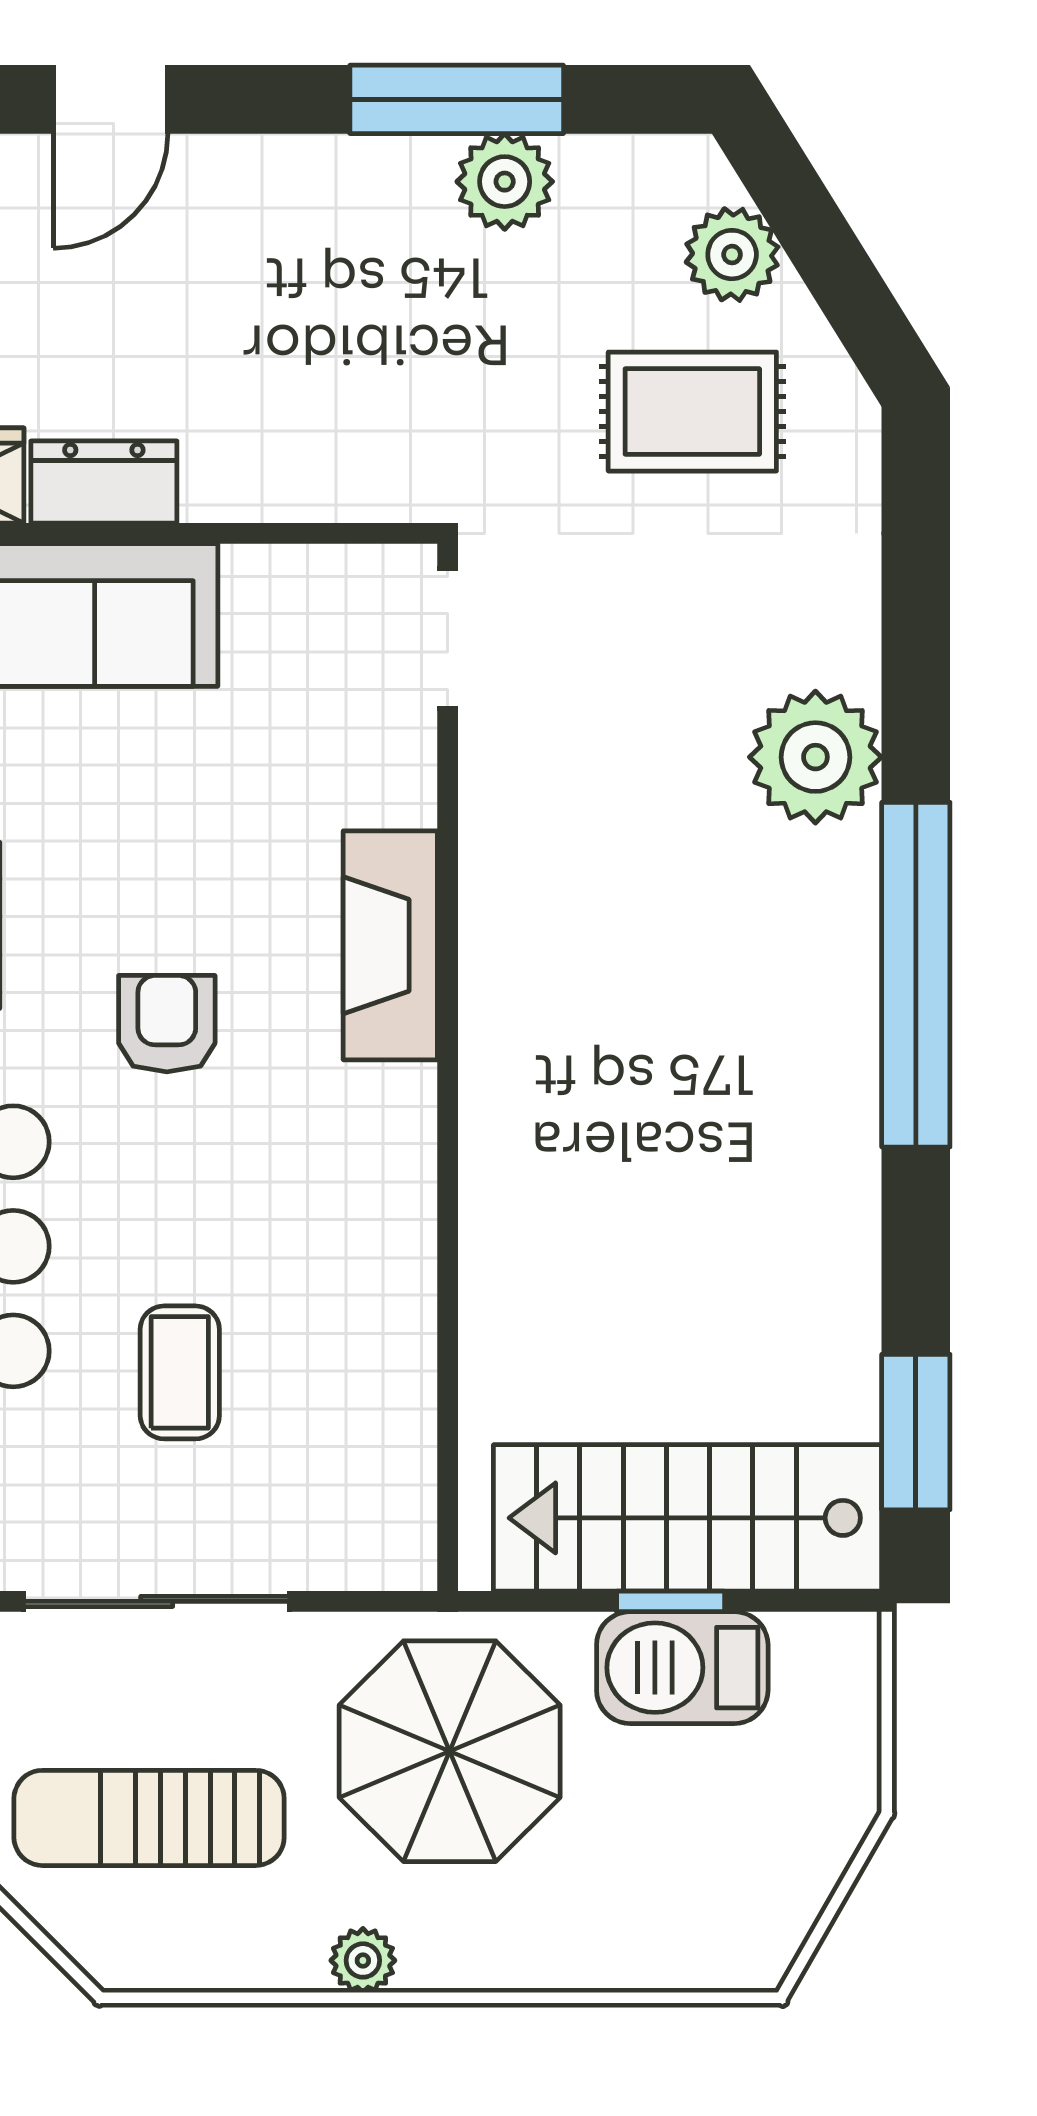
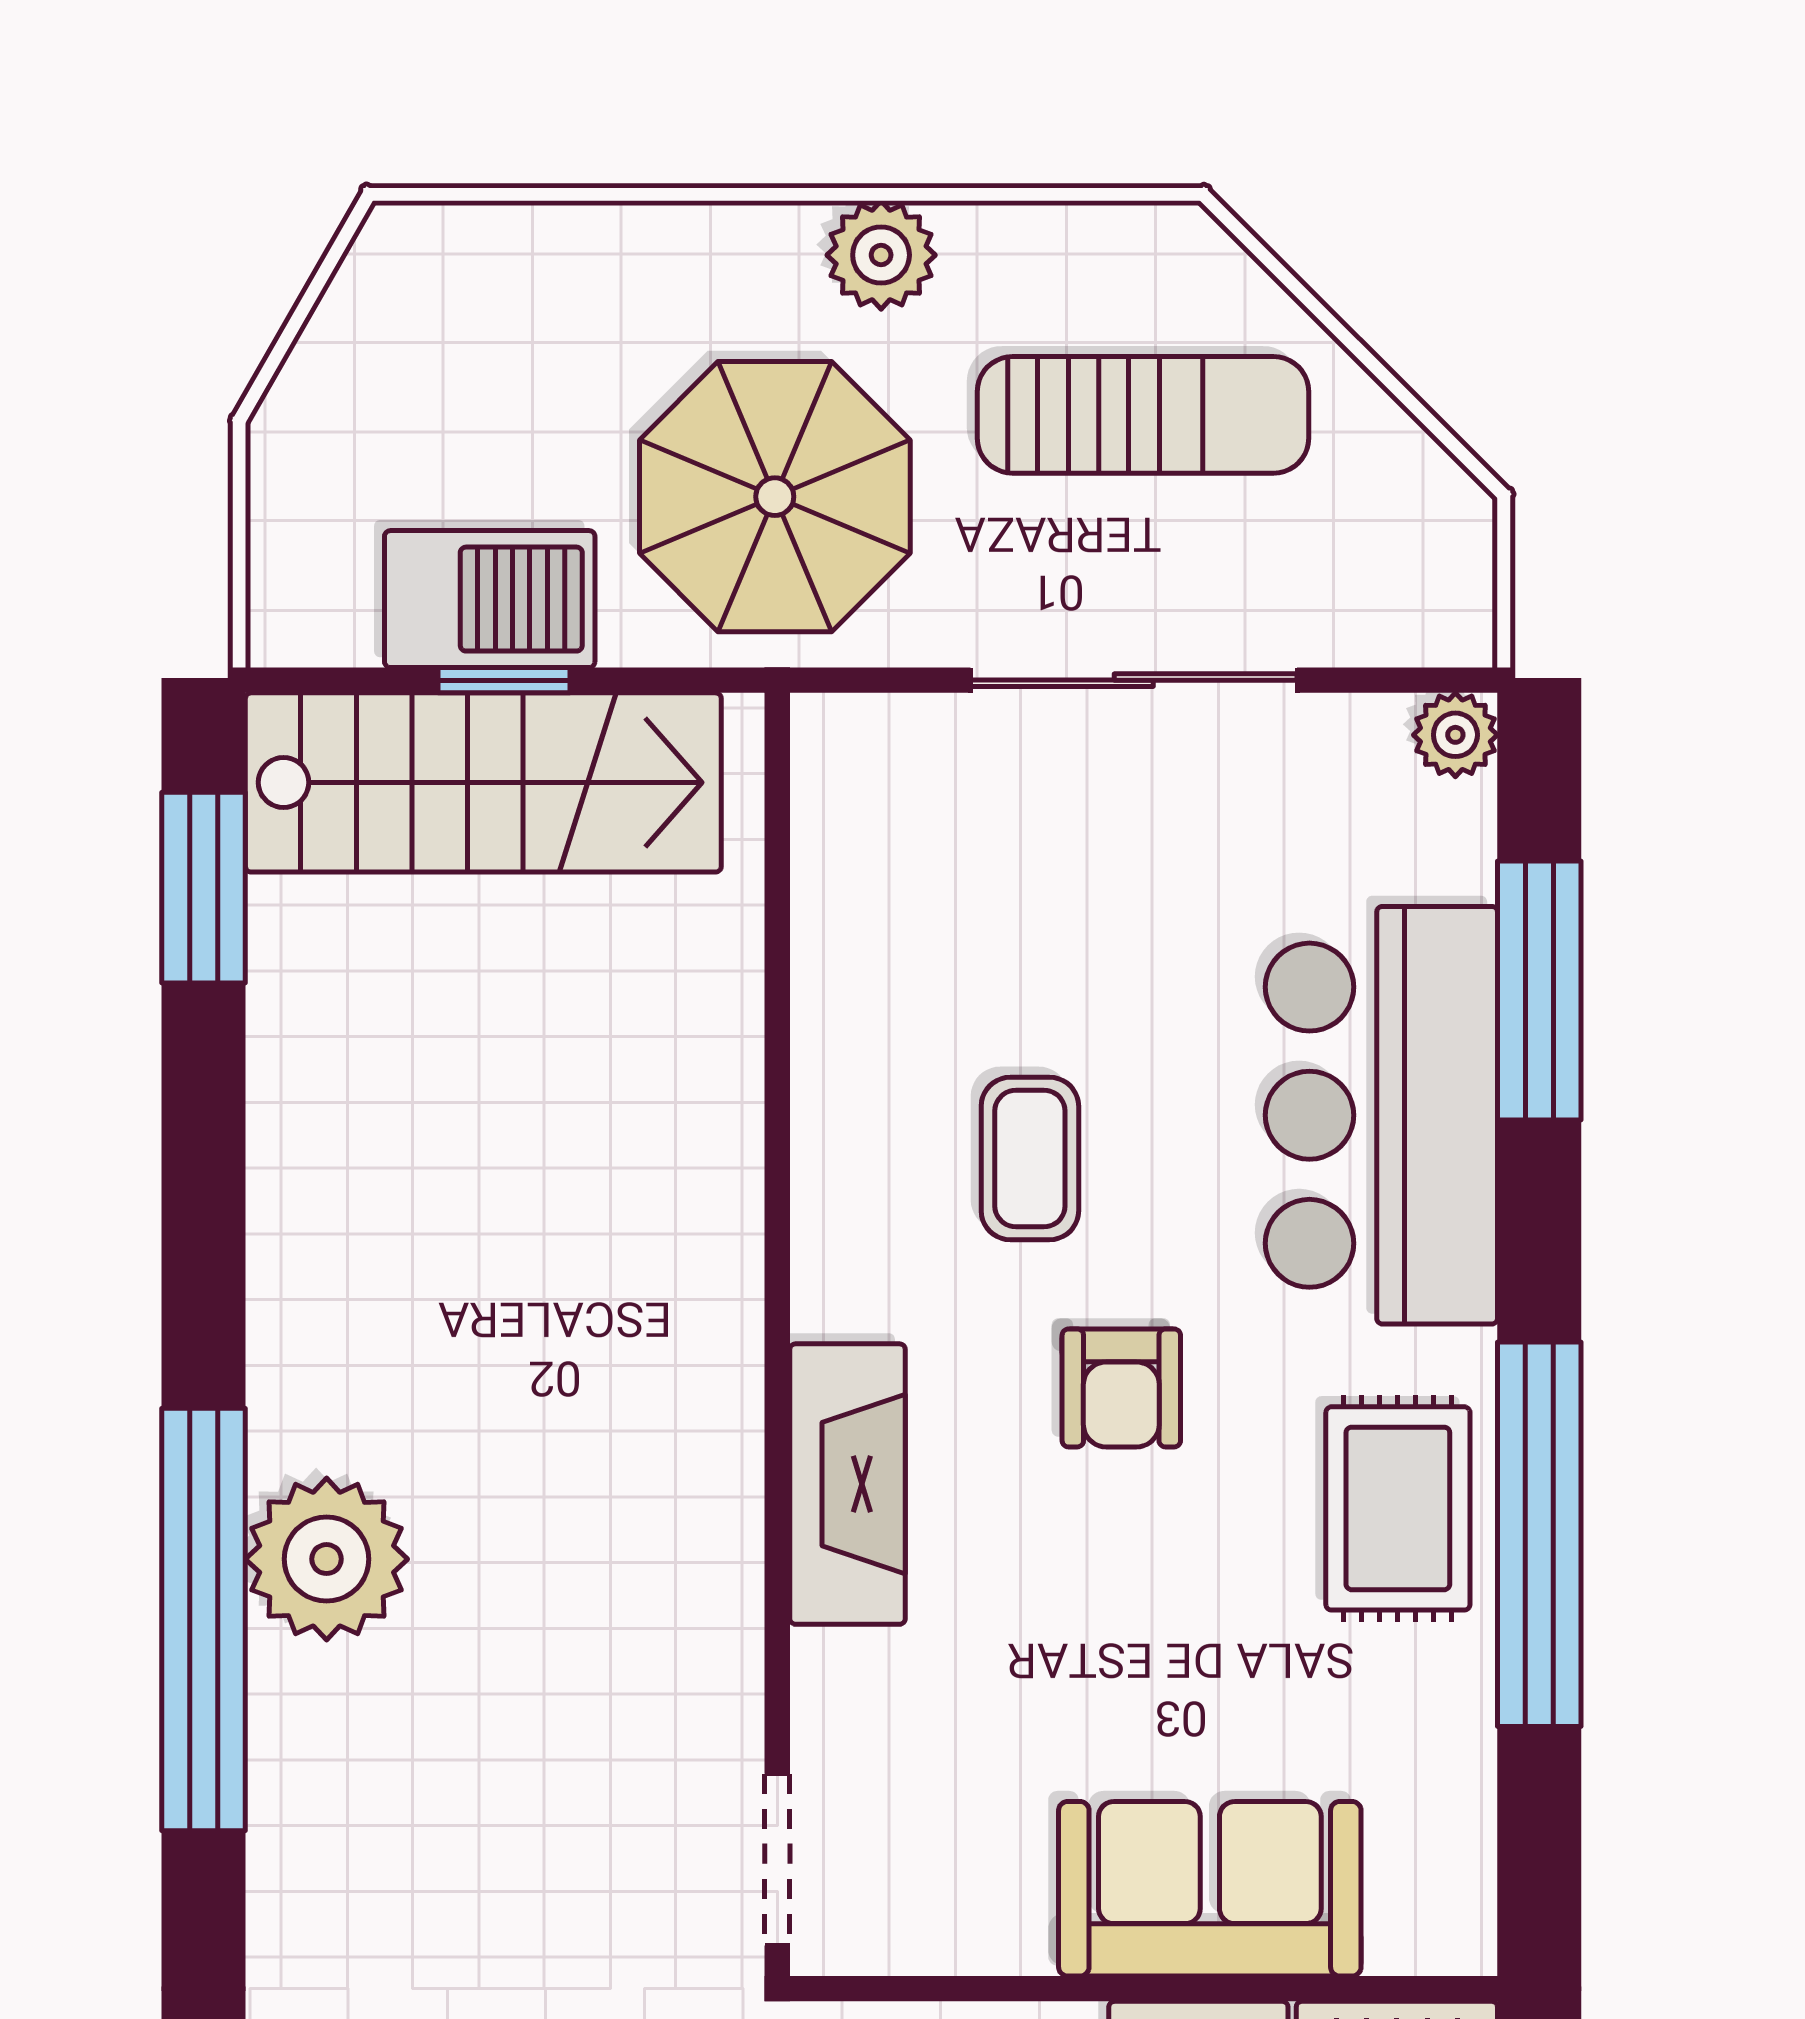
plant: (815, 757) -> (327, 1559), moved
window: (916, 975) -> (204, 1620), moved
coffee table: (180, 1372) -> (1030, 1158), moved
plant: (363, 1960) -> (881, 255), width x1.38, depth x1.38

